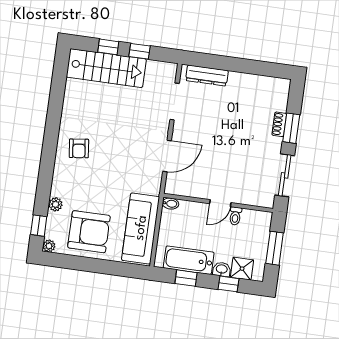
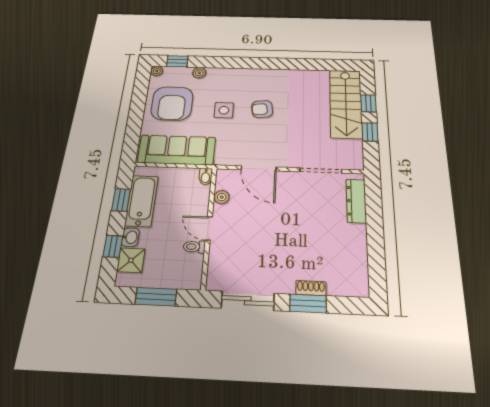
armchair: (79, 148) -> (262, 109), moved
side table: (102, 183) -> (224, 110), added
plant: (192, 191) -> (222, 197), added

